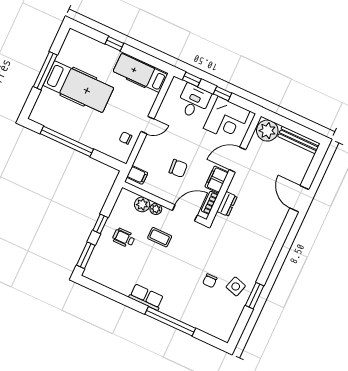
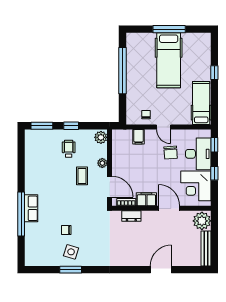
desk: (194, 101) -> (198, 154), width x1.37
chair: (178, 168) -> (171, 153), moved
filing cabinet: (137, 175) -> (139, 137), moved
plant: (142, 204) -> (101, 137), moved
row of seats: (146, 297) -> (31, 208), moved

